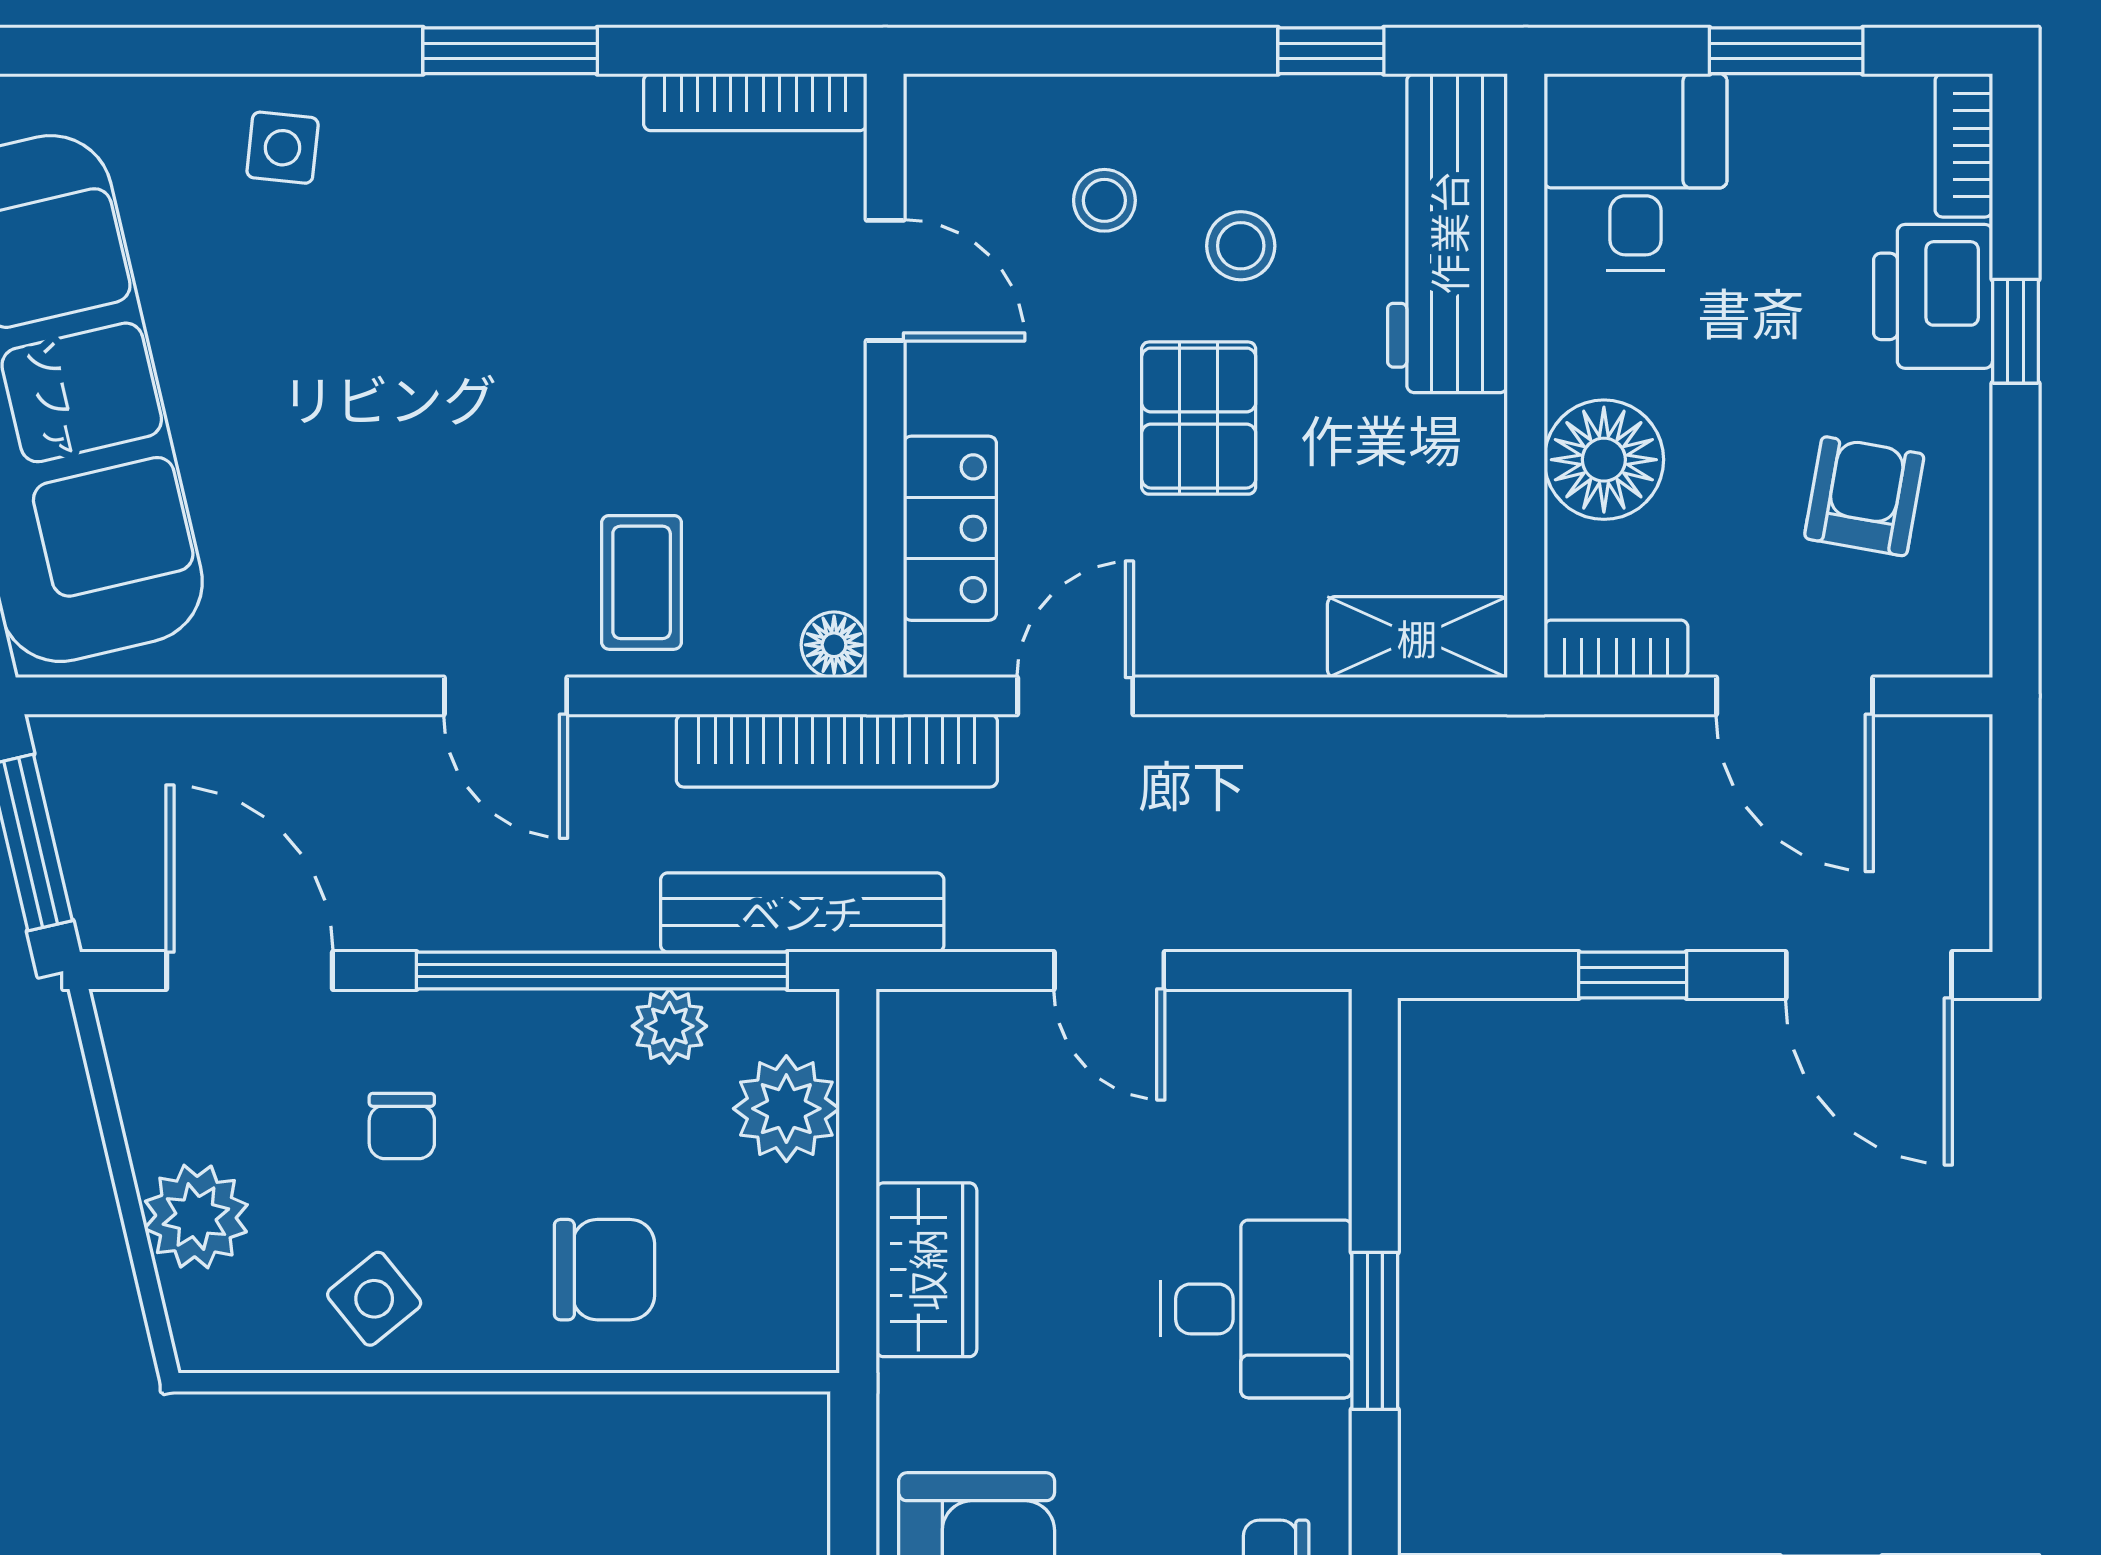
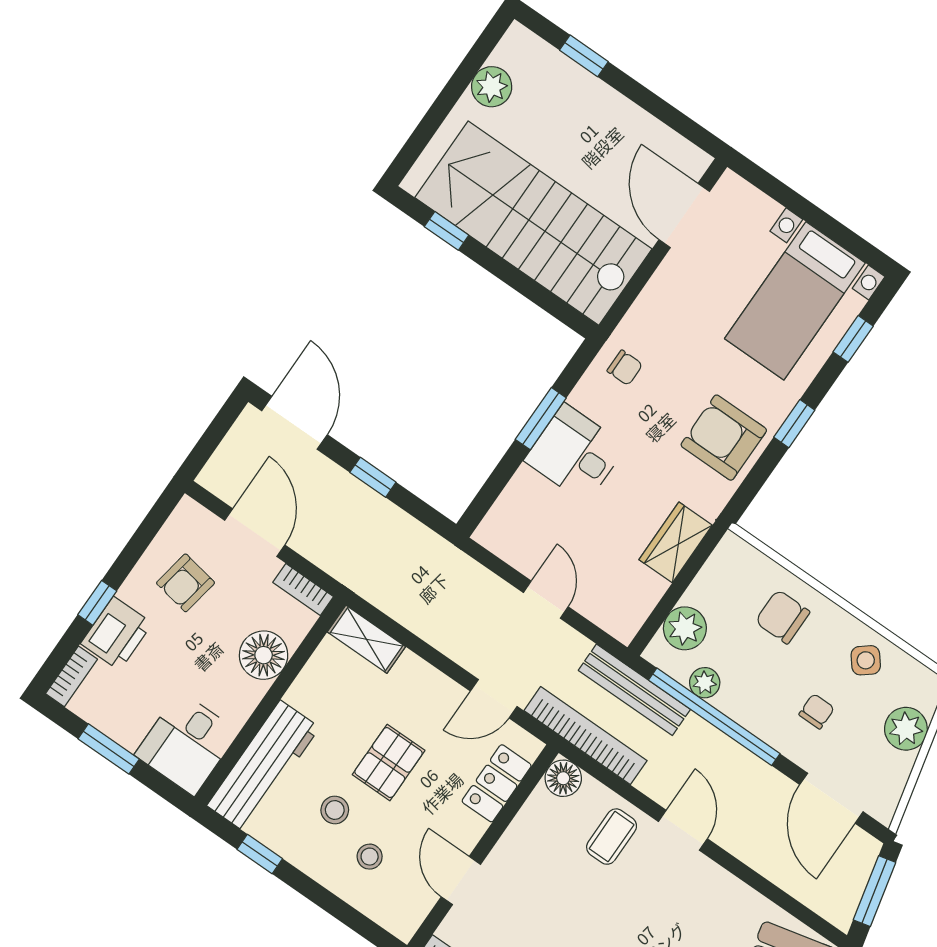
floor lamp: (834, 645) -> (563, 778), width x1.37, depth x1.37

